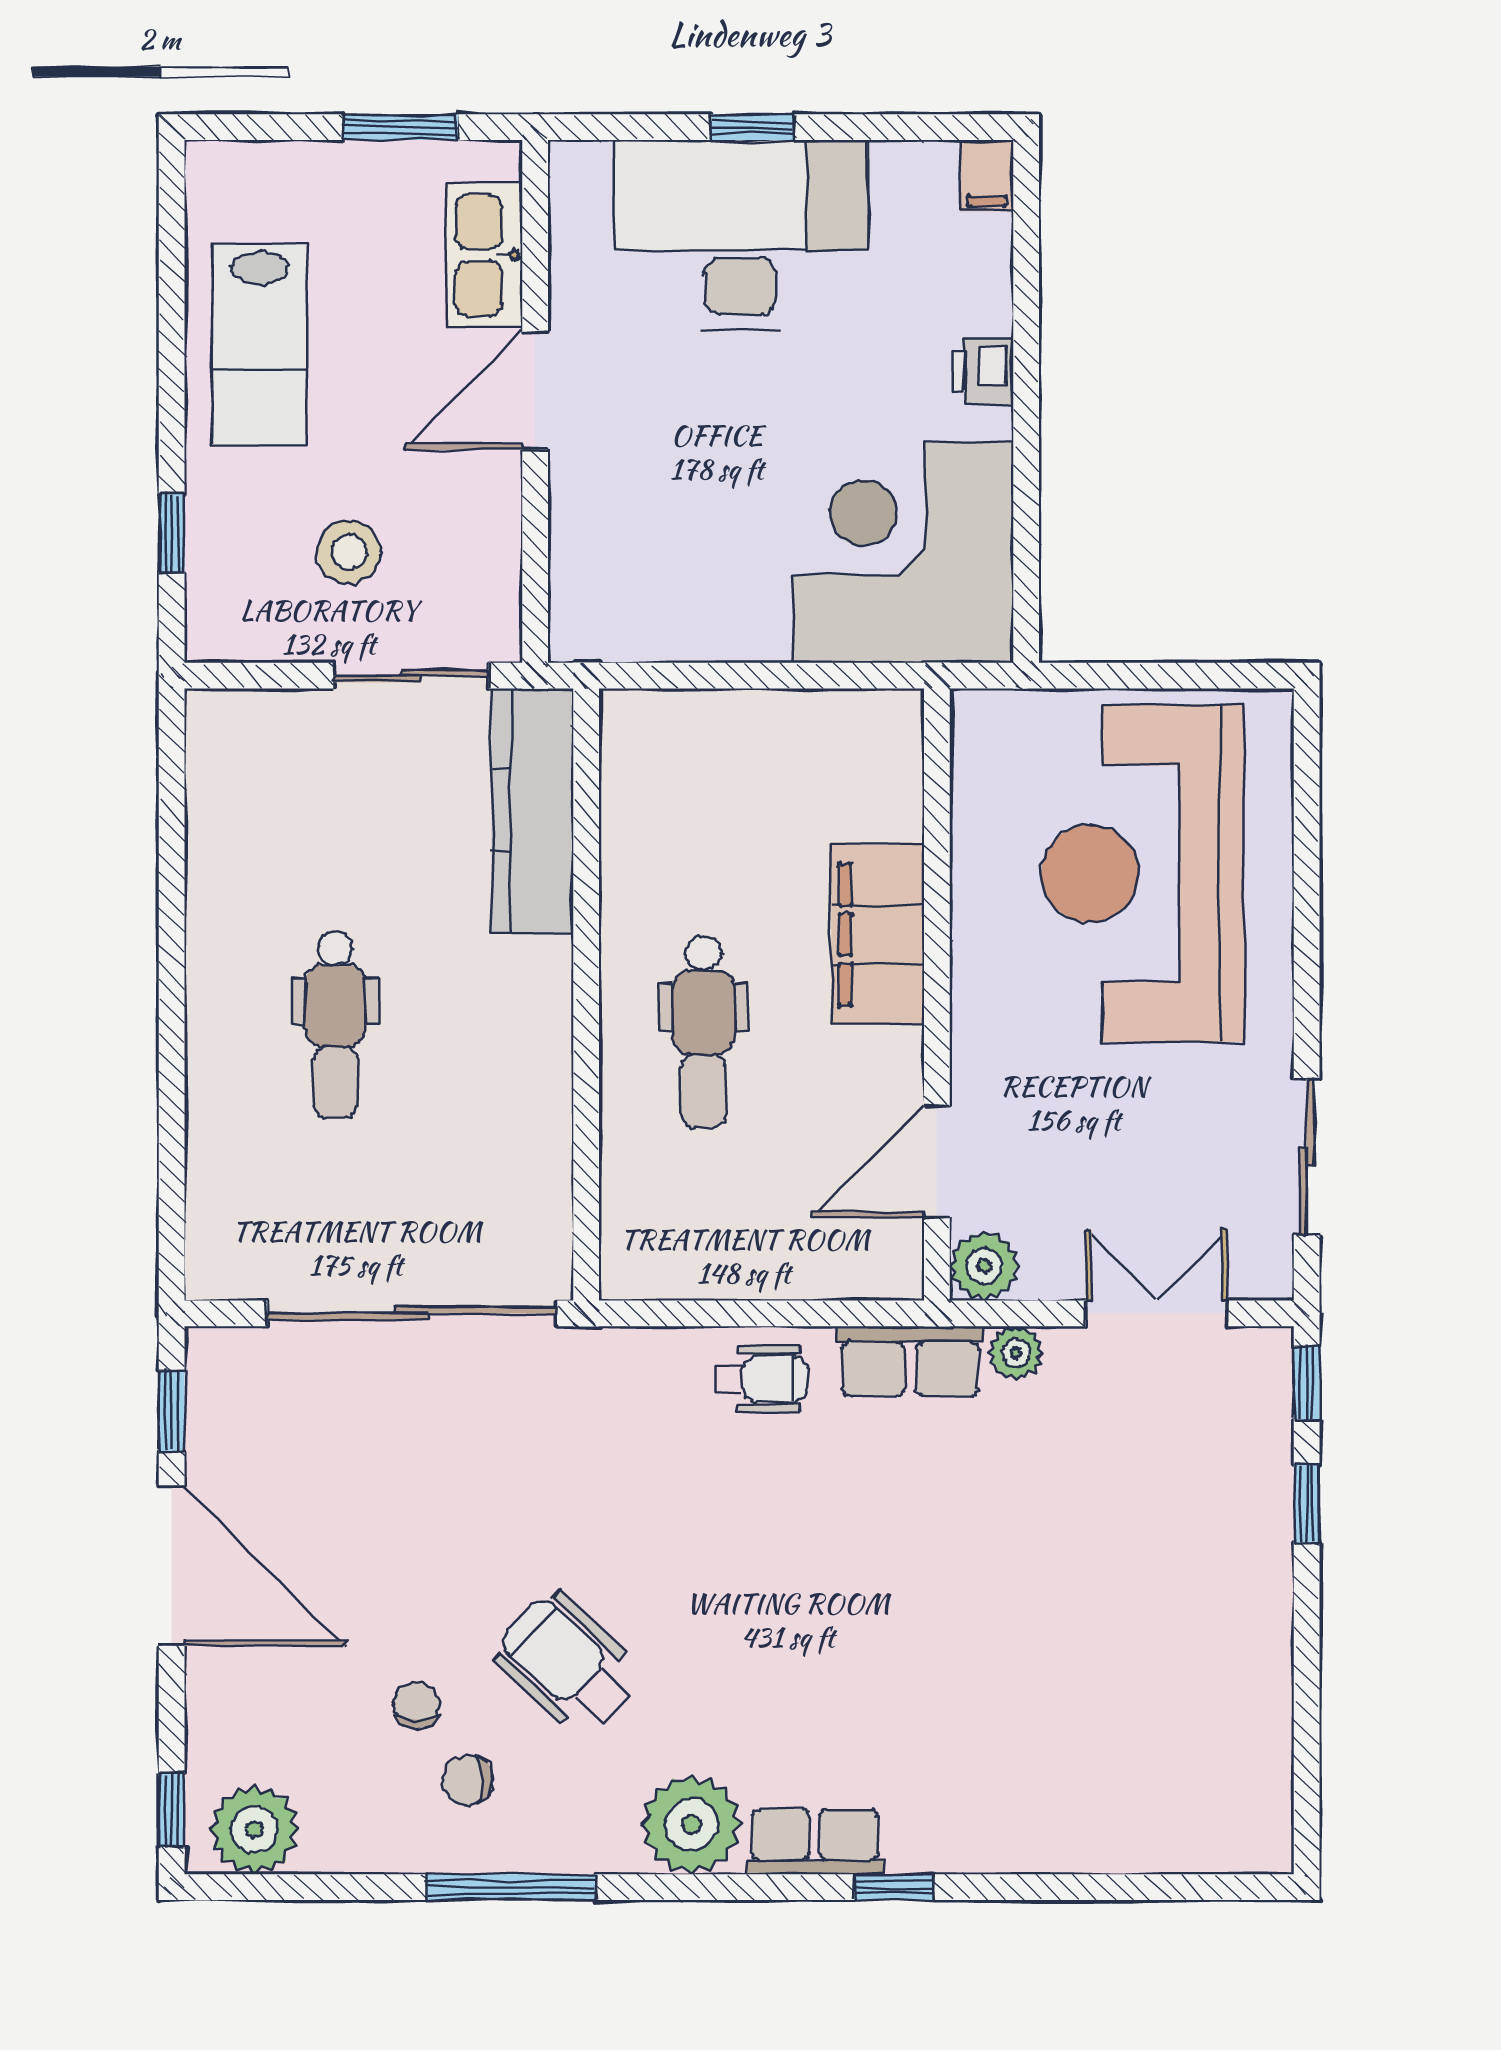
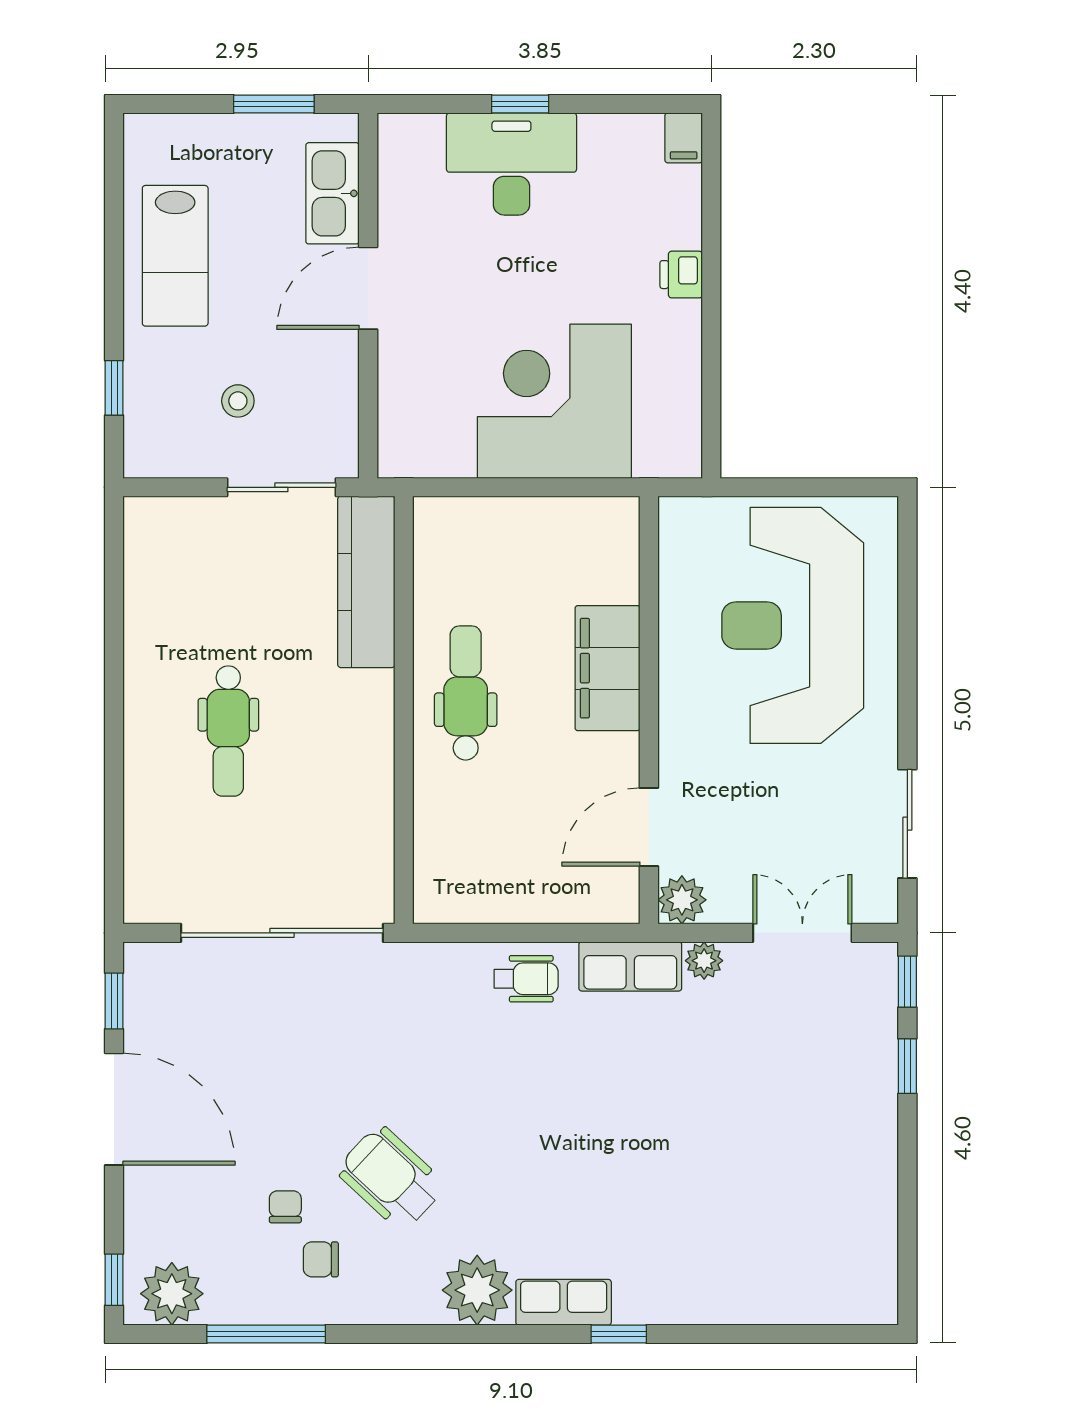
desk: (740, 235) -> (511, 164), width x0.73, depth x0.77
stool: (349, 552) -> (238, 401), width x0.73, depth x0.73
corner desk: (903, 553) -> (554, 401), moved
dental chair: (704, 1031) -> (466, 693), moved, turned 180
window: (511, 1887) -> (266, 1334), moved

